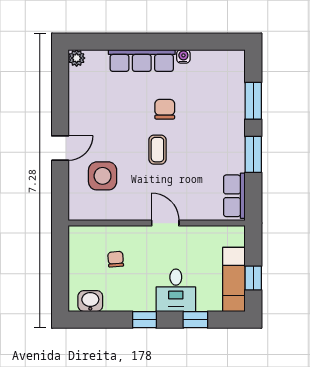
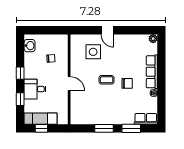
row of seats: (234, 196) -> (146, 119), moved
door: (165, 223) -> (69, 84), hinge flipped

